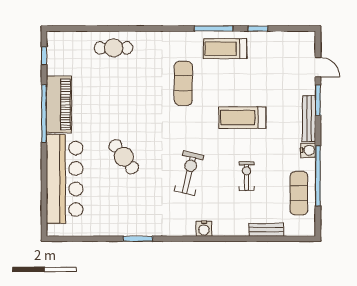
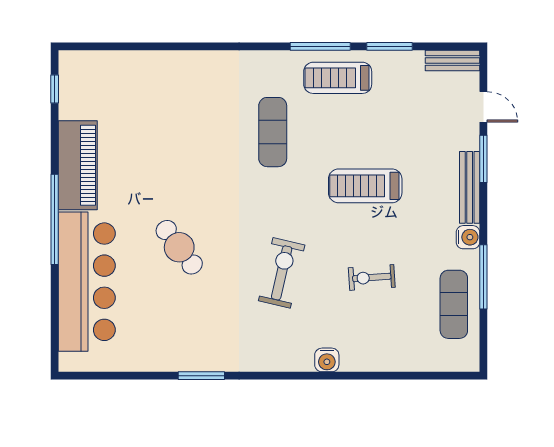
window: (258, 29) -> (390, 46), width x1.50
cafe table: (114, 48) -> (163, 77), removed
window: (44, 114) -> (55, 219), moved
exercise bike: (247, 176) -> (372, 277), turned -94
window: (318, 176) -> (483, 277), width x0.68
water cooler: (204, 229) -> (327, 360), moved
bench: (266, 230) -> (453, 61), moved

